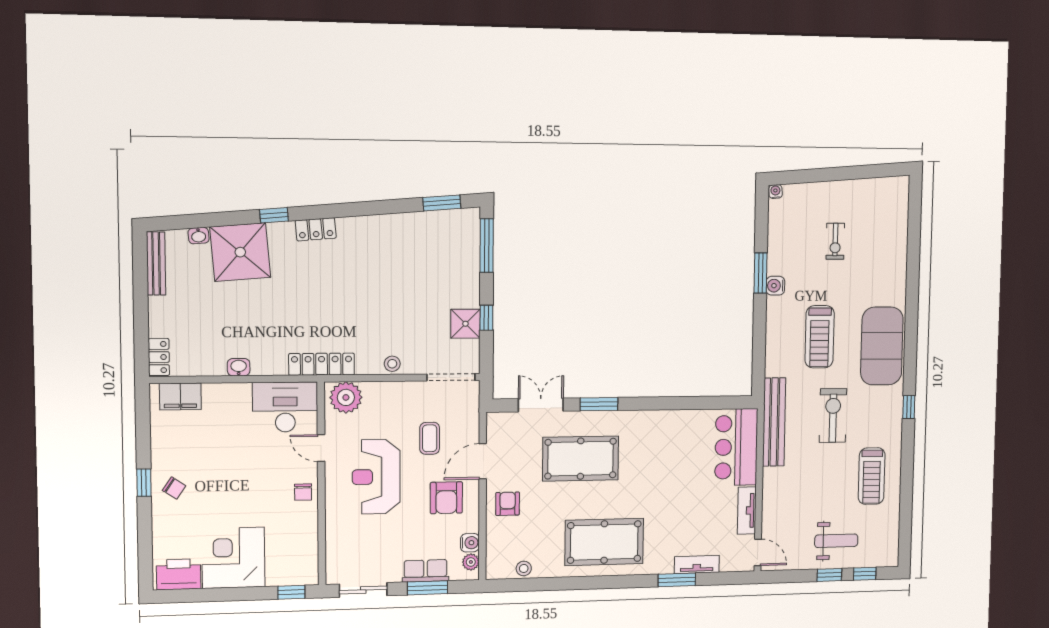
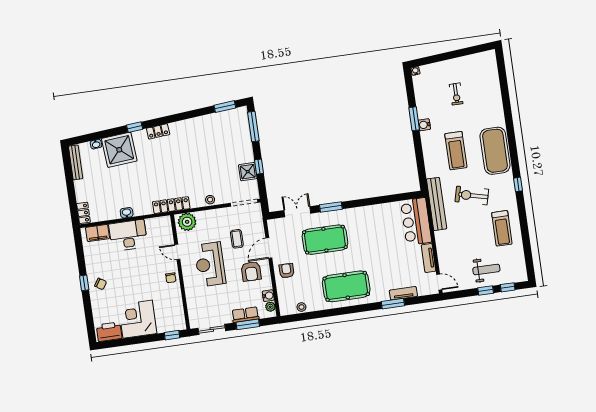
desk: (285, 407) -> (128, 235), moved
exercise bike: (833, 416) -> (472, 196), turned -76

